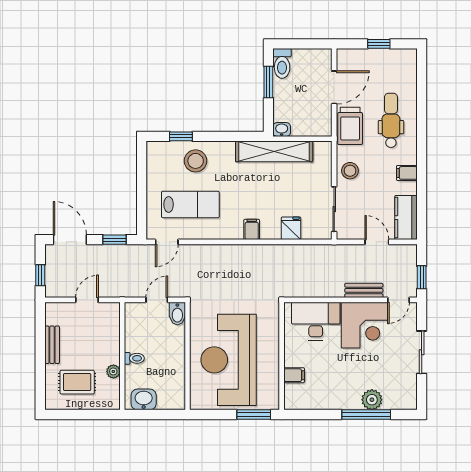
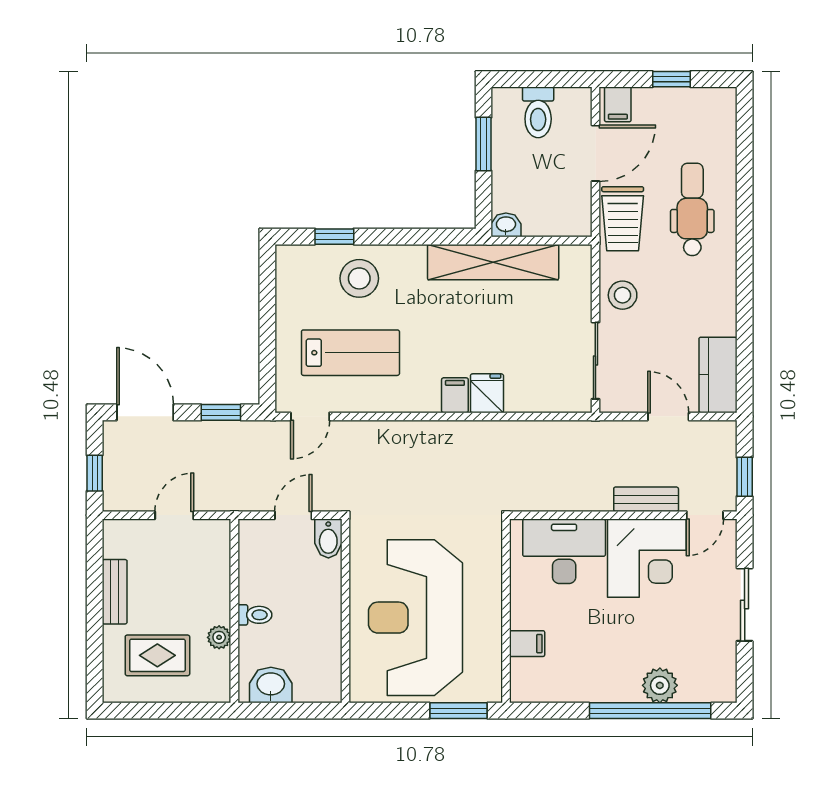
toilet: (282, 63) -> (538, 112), moved
filing cabinet: (407, 173) -> (618, 104), moved, turned -90
fridge: (291, 228) -> (487, 393), moved
window: (366, 414) -> (650, 711), width x1.46

